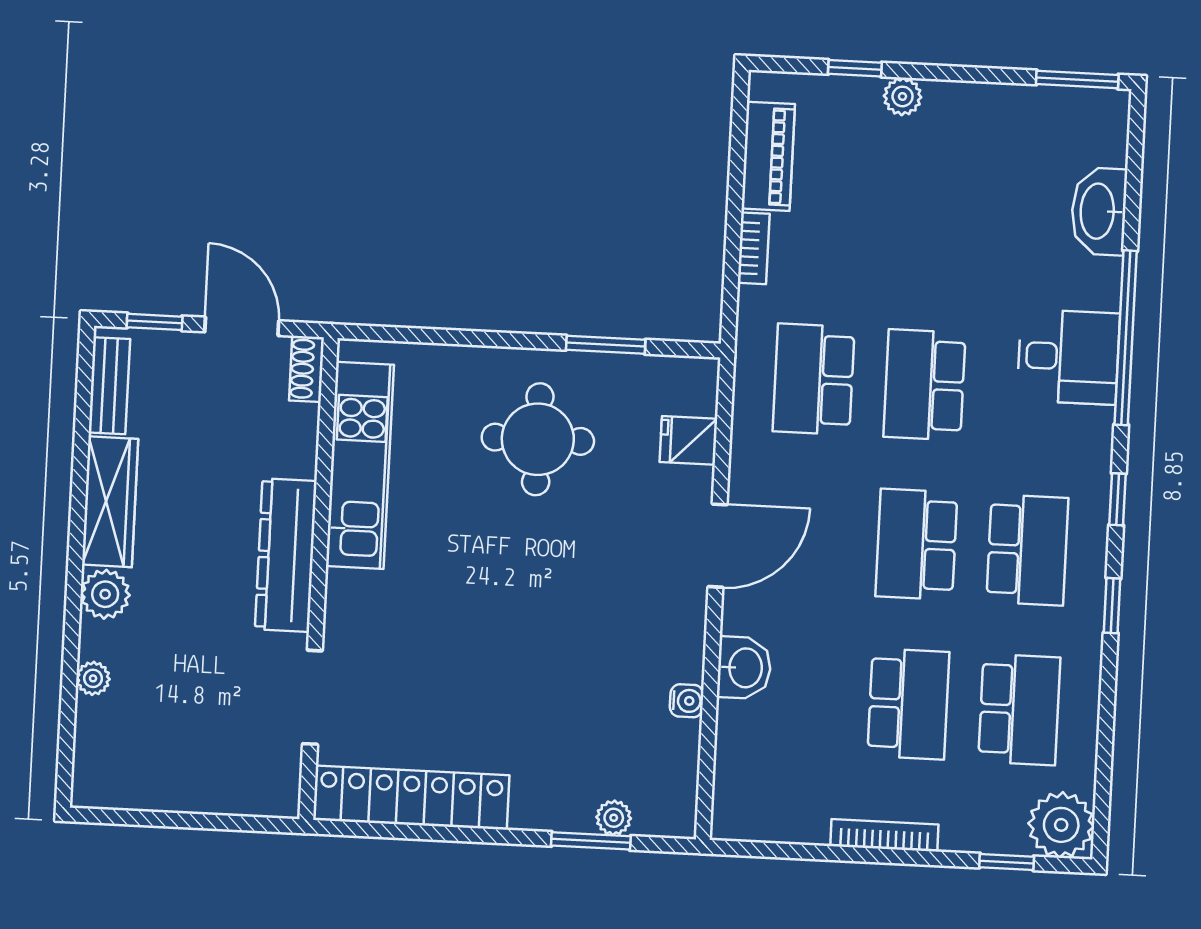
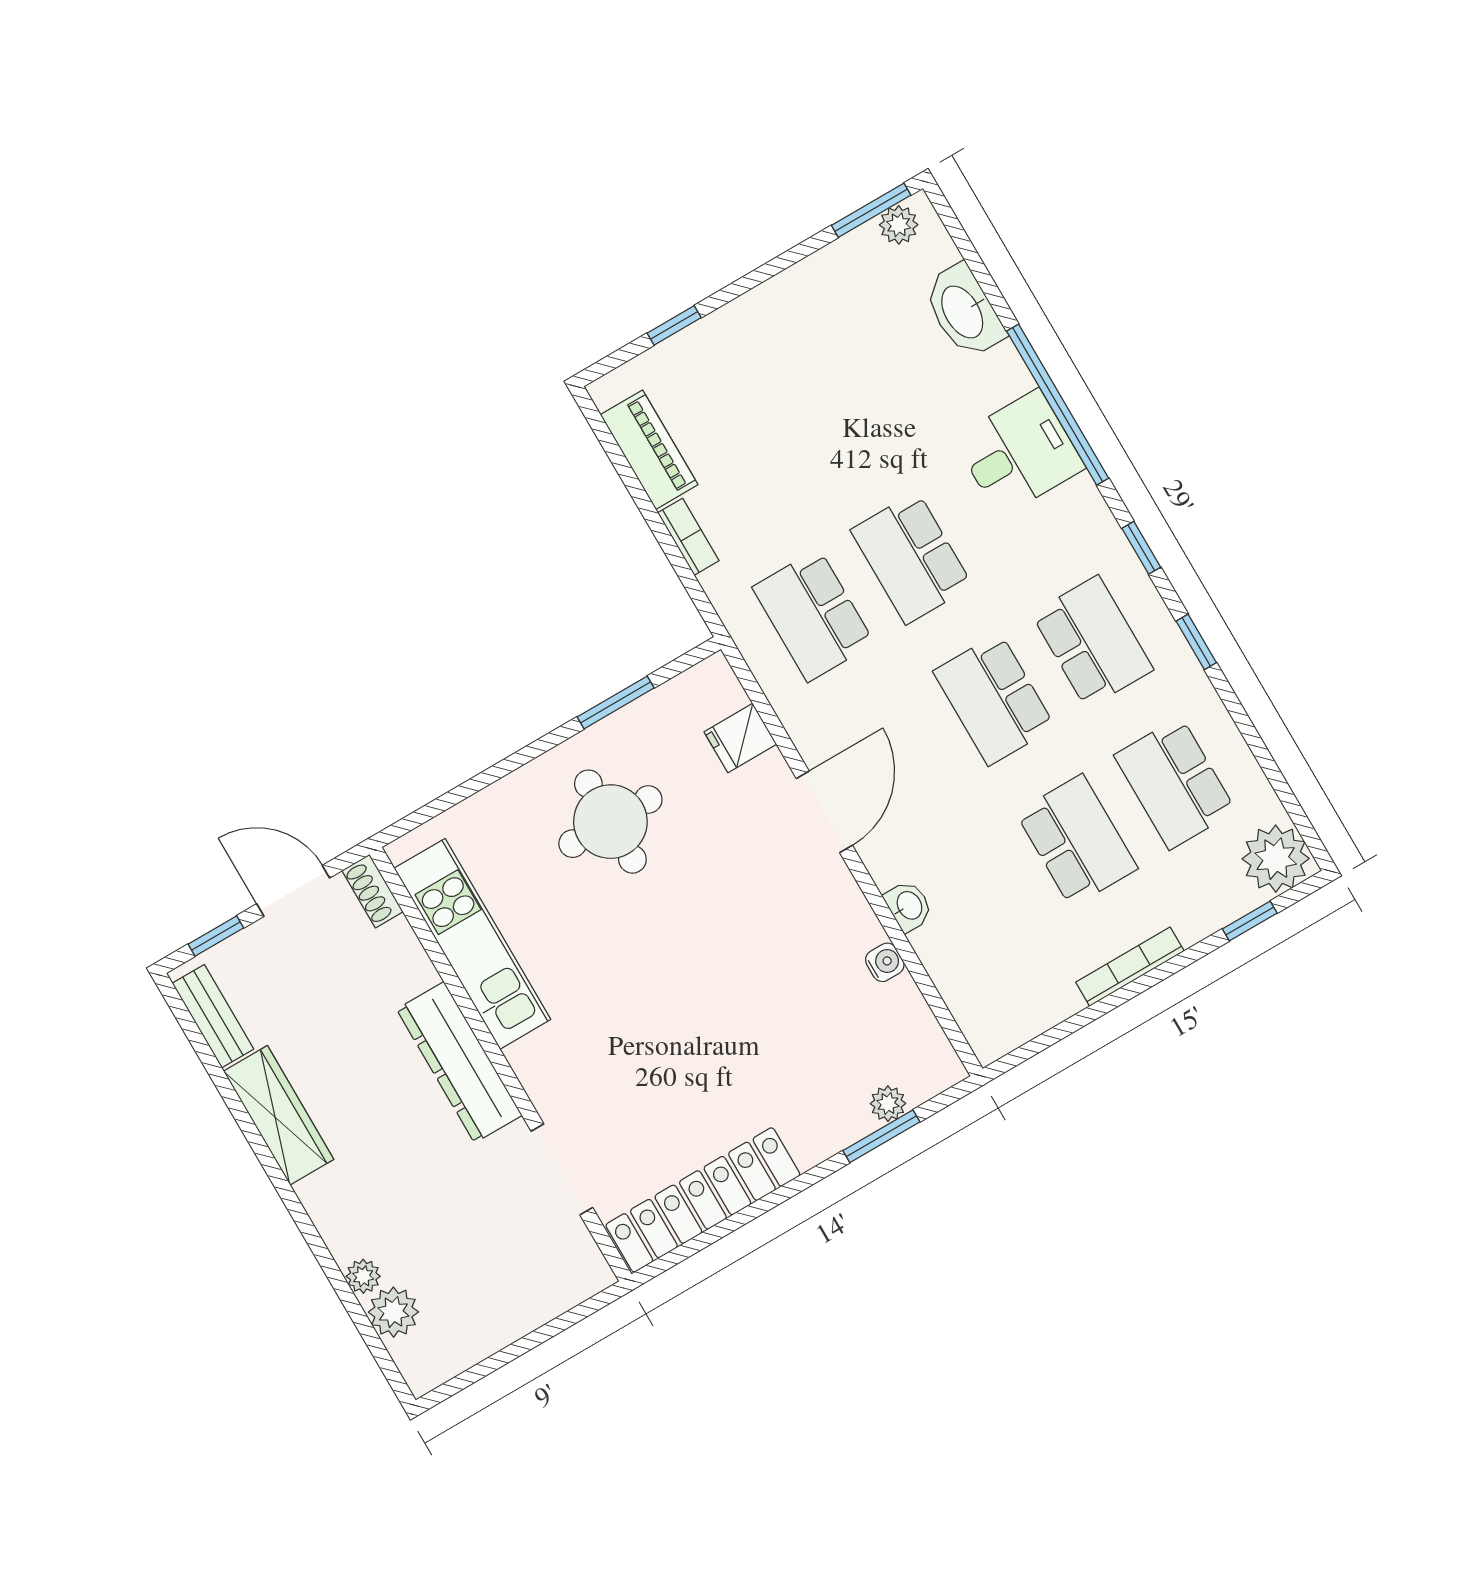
plant: (903, 96) -> (899, 225), moved
plant: (105, 594) -> (393, 1312), moved
washbasin: (744, 668) -> (909, 906), width x0.72, depth x0.69
school desk: (1019, 710) -> (1175, 783), turned 180

